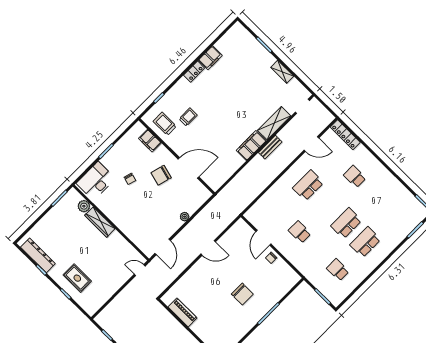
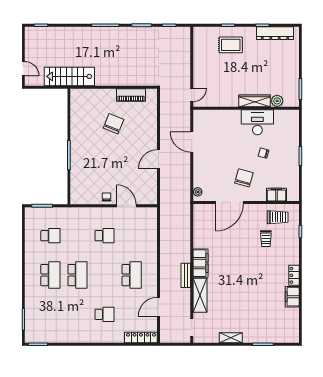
desk: (96, 181) -> (257, 122), moved, turned -90
plant: (185, 217) -> (198, 192), moved
door: (163, 247) -> (192, 142), moved
chair: (242, 294) -> (113, 124), moved, turned 112

